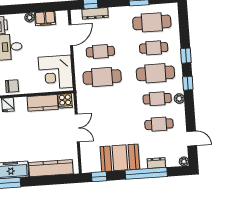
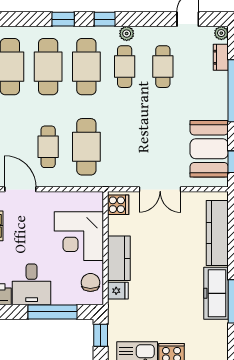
cafe table: (154, 48) -> (48, 67), width x1.37, depth x1.35
corner desk: (56, 72) -> (79, 236), moved, turned 90
kitchen counter: (43, 103) -> (119, 258), moved
double door: (77, 128) -> (160, 189), swing flipped
booth: (120, 158) -> (209, 149), moved
dresser: (156, 163) -> (221, 57), moved

